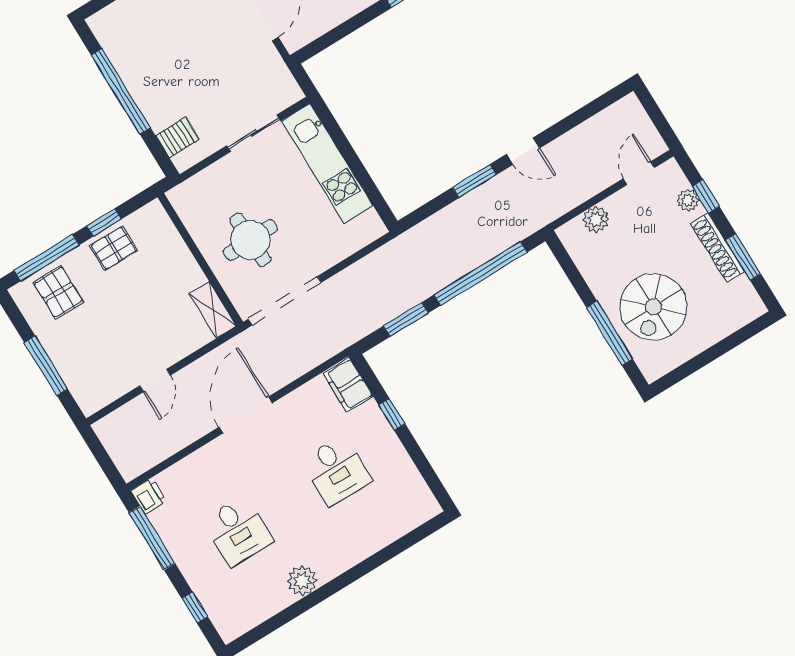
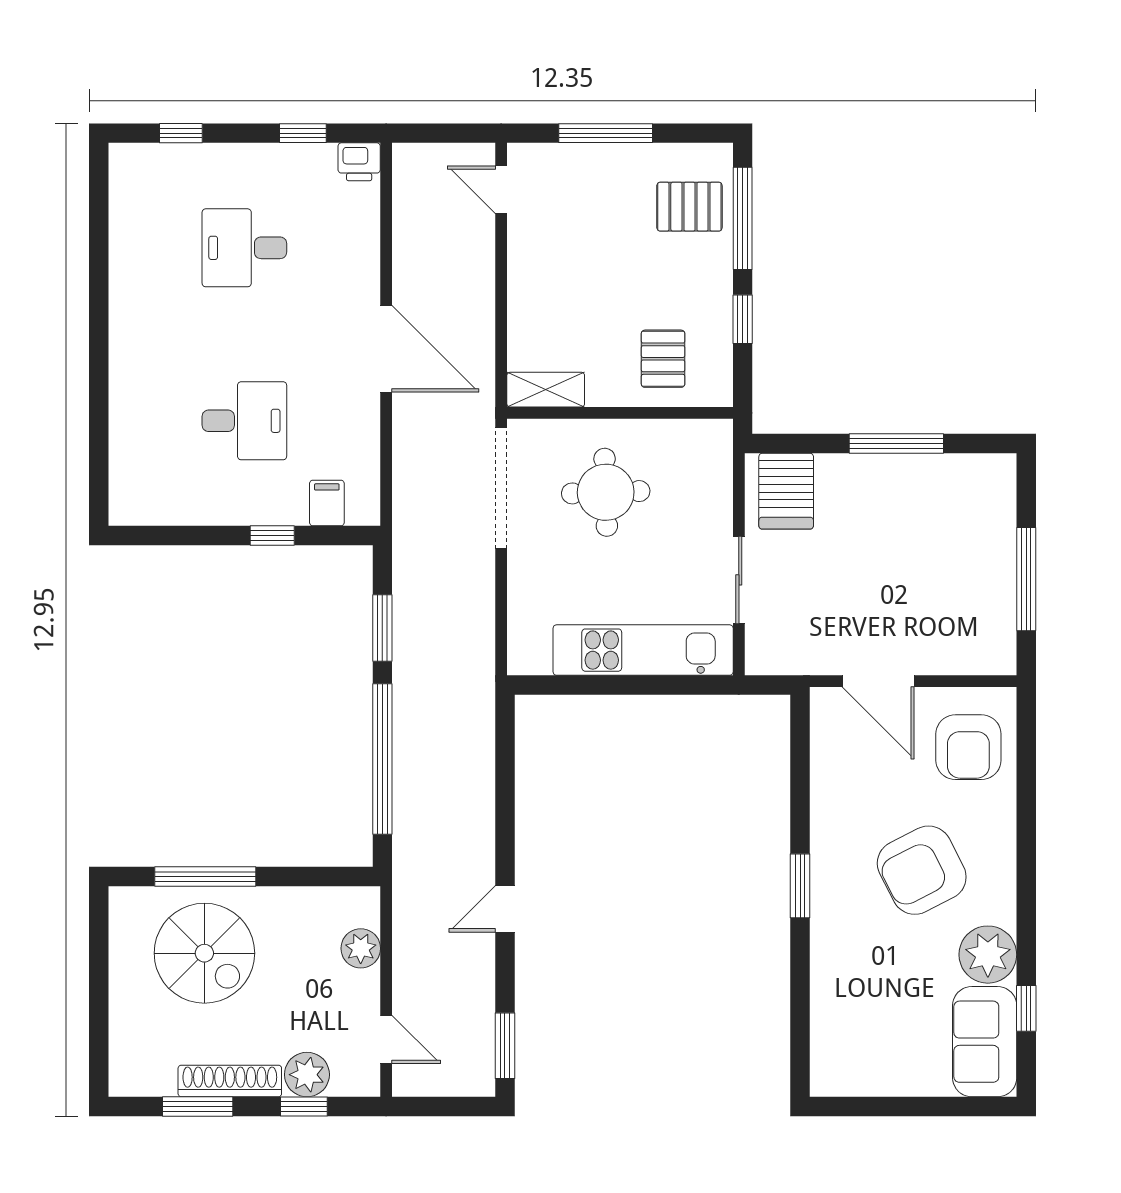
window: (121, 91) -> (896, 444), width x0.68
server rack: (177, 137) -> (786, 491), width x1.36, depth x1.44
window: (474, 181) -> (505, 1046), moved
plant: (688, 200) -> (307, 1075), width x1.38, depth x1.38
pallet: (114, 248) -> (663, 359), moved
spiral stairs: (653, 307) -> (204, 953), turned 180
door: (155, 381) -> (501, 190), moved
filing cabinet: (348, 385) -> (327, 503), width x0.50
desk: (336, 471) -> (244, 421), turned 180
window: (152, 538) -> (303, 133), width x0.46
plant: (302, 581) -> (131, 291), removed

